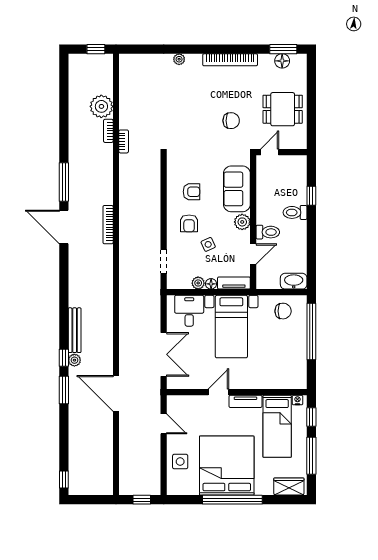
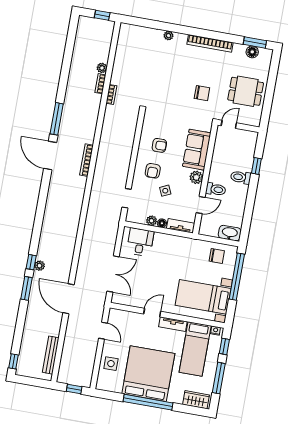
plant: (101, 106) -> (102, 68), width x0.53, depth x0.53
bed with nightstands: (231, 327) -> (203, 297), moved, turned 90
bench: (75, 330) -> (51, 355), moved

